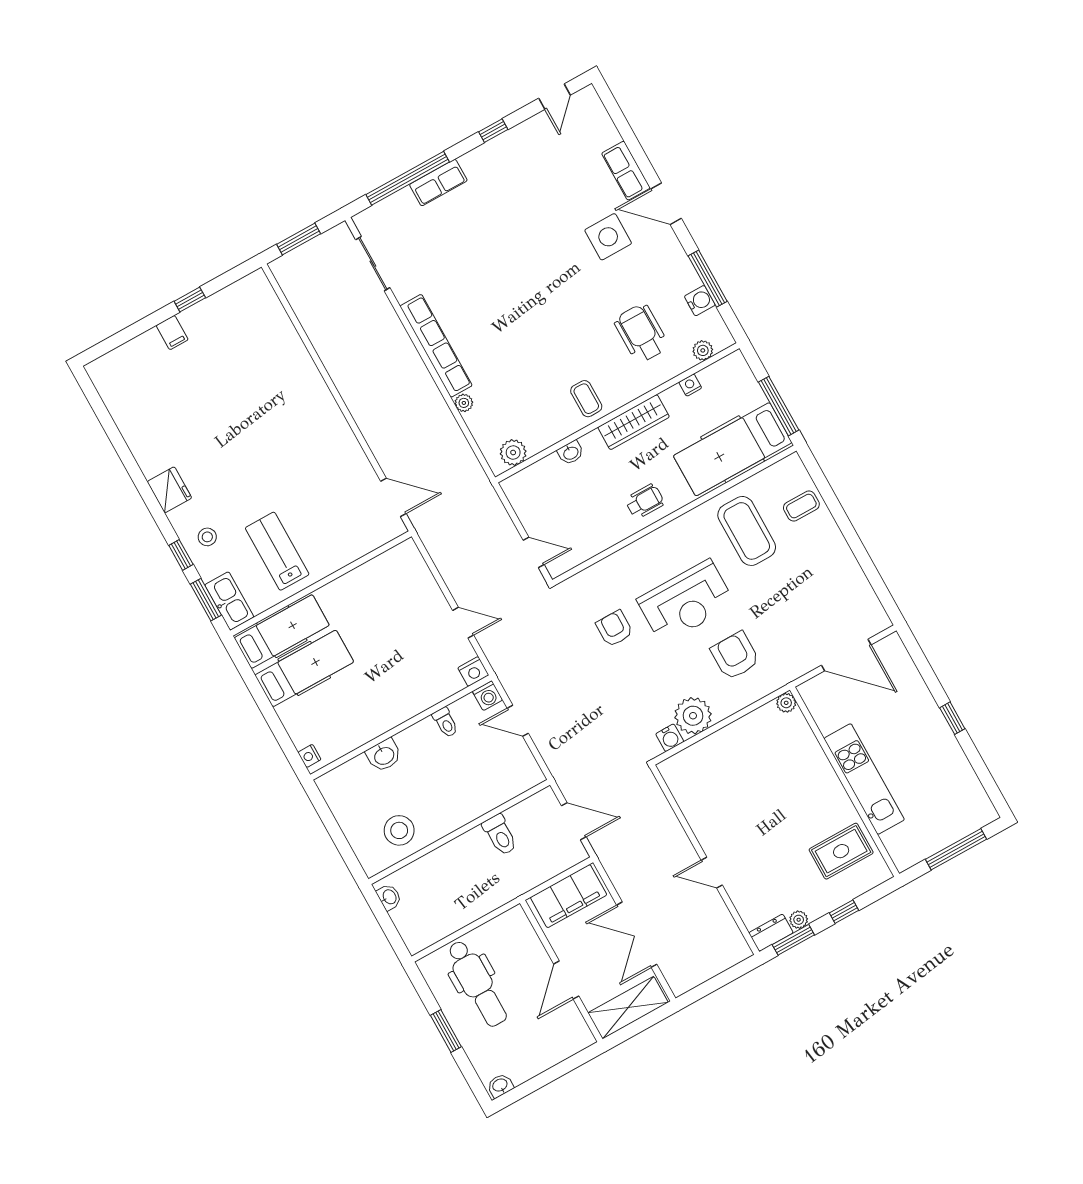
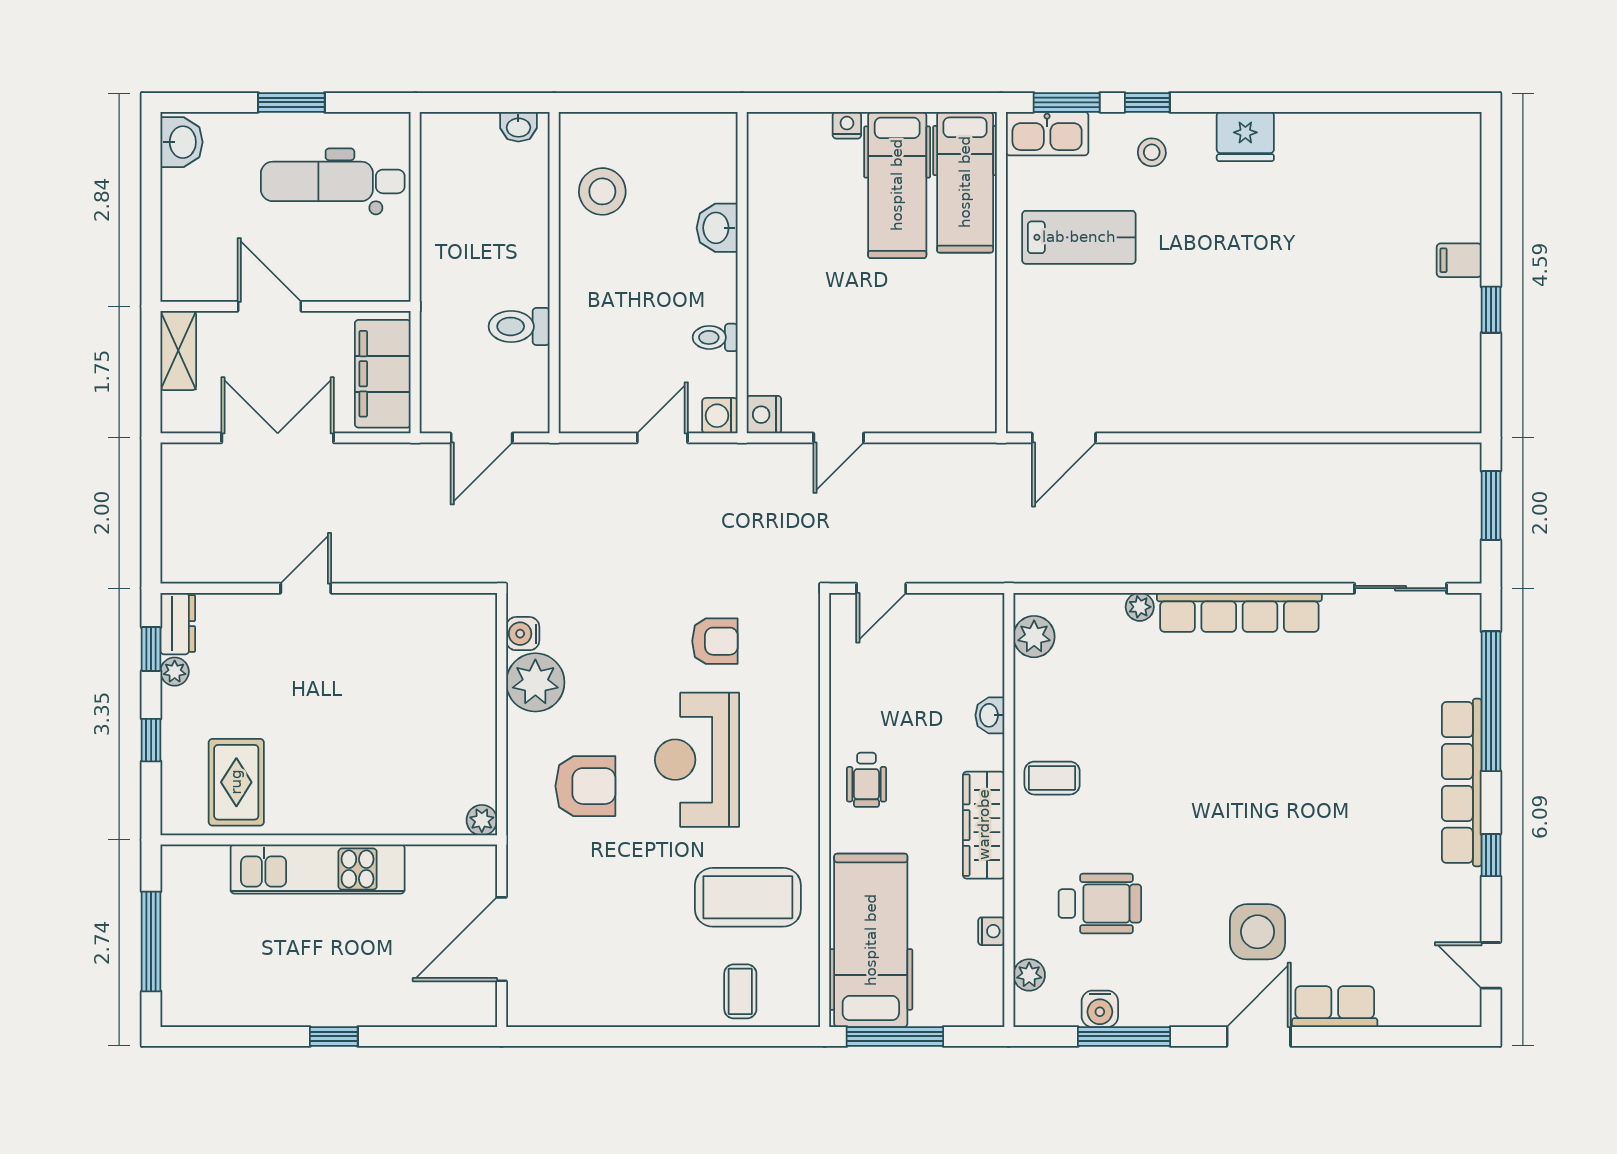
row of seats: (438, 183) -> (1462, 782), width x2.02
nightstand: (309, 756) -> (847, 125), moved
window: (793, 940) -> (151, 649), width x0.67
shelving: (628, 1008) -> (178, 351), width x0.67, depth x0.75
washbasin: (500, 1086) -> (182, 142), width x1.38, depth x1.45

